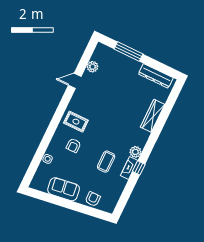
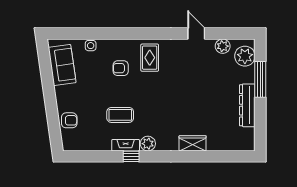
plant: (107, 54) -> (245, 56), added
dresser: (156, 76) -> (247, 105), moved
wardrobe: (153, 116) -> (193, 143), width x0.67
sofa: (64, 189) -> (62, 65), moved

